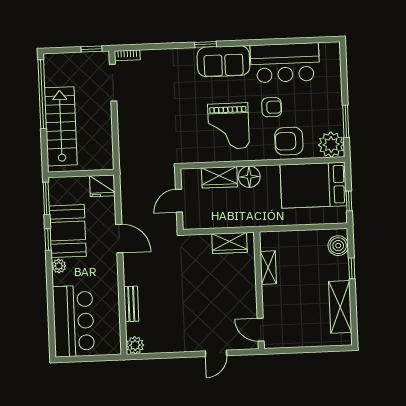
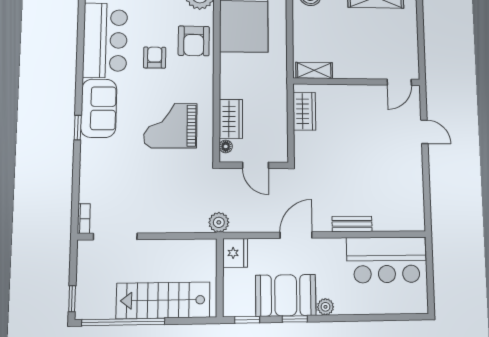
window: (92, 49) -> (72, 299), moved
grand piano: (229, 126) -> (170, 126), moved, turned 180
floor lamp: (249, 177) -> (226, 146), moved, width x0.53, depth x0.53
window: (46, 198) -> (247, 320), width x0.67
shelving: (268, 268) -> (314, 70), moved
bench: (131, 304) -> (352, 224), moved
bar counter: (73, 321) -> (387, 260), moved, turned 180
plant: (135, 345) -> (219, 222), moved

